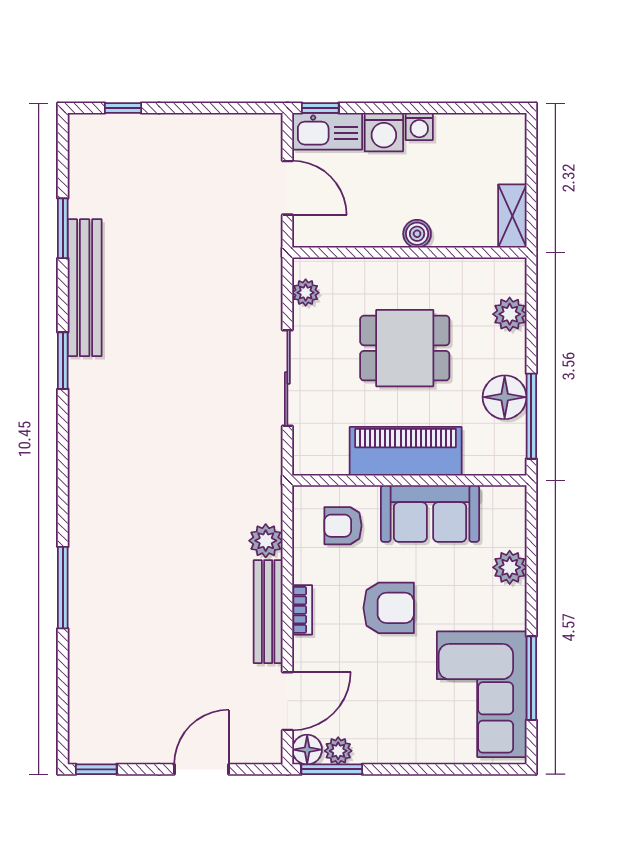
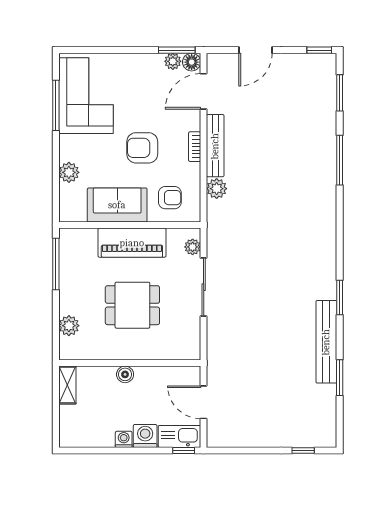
plant: (306, 293) -> (193, 247), moved
floor lamp: (505, 397) -> (72, 275), removed
window: (63, 699) -> (340, 93), added

